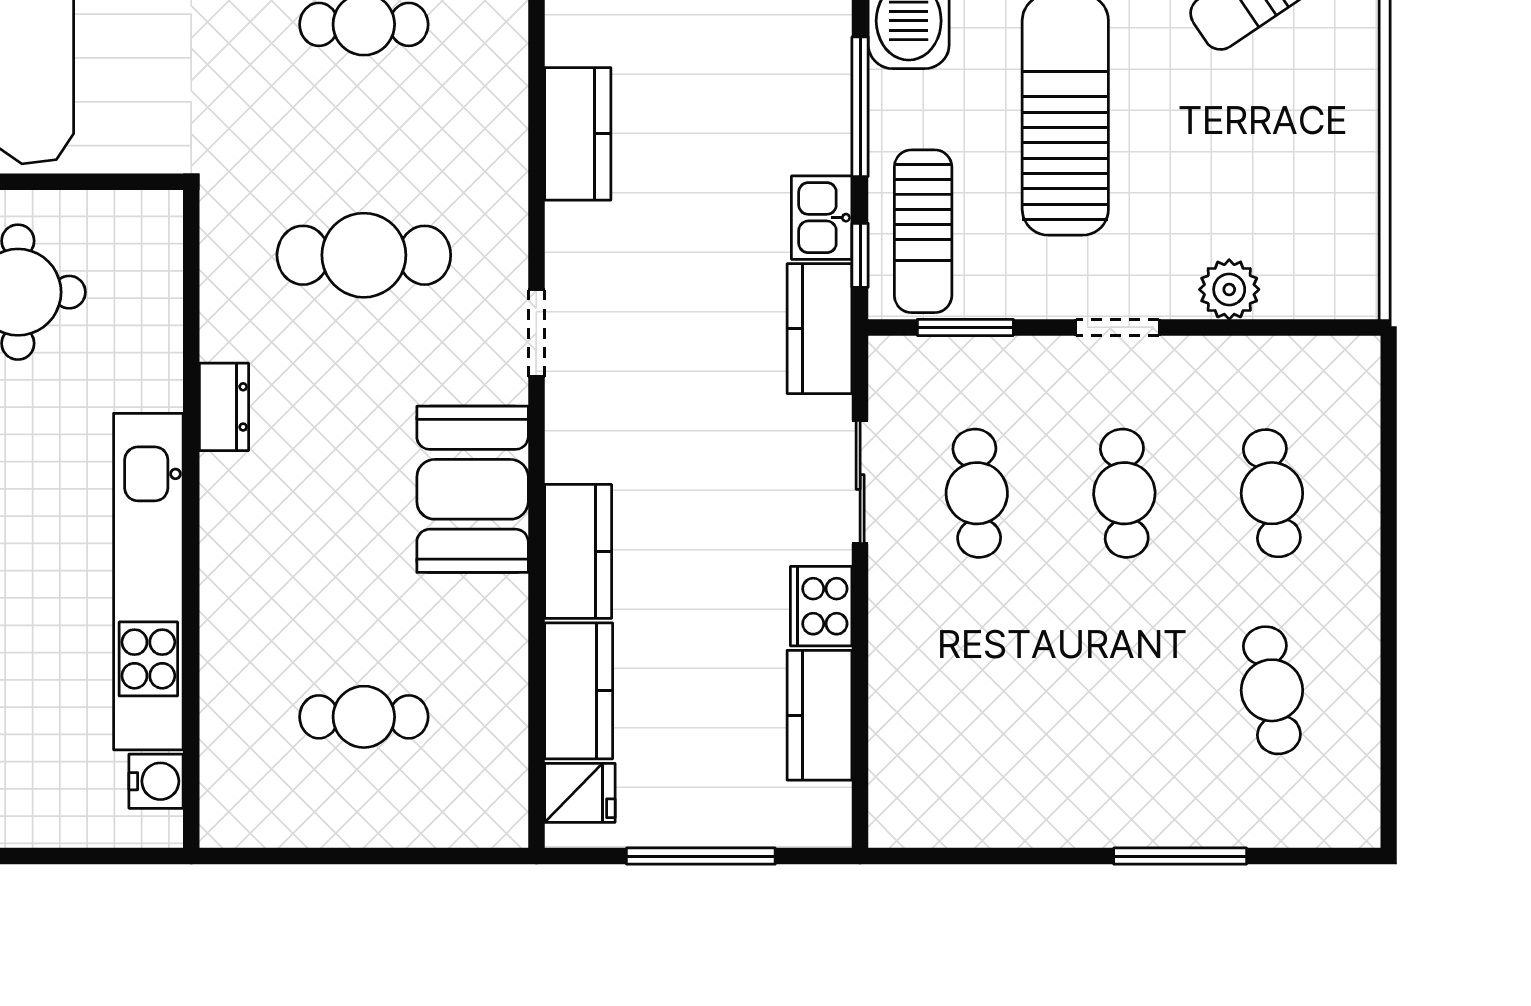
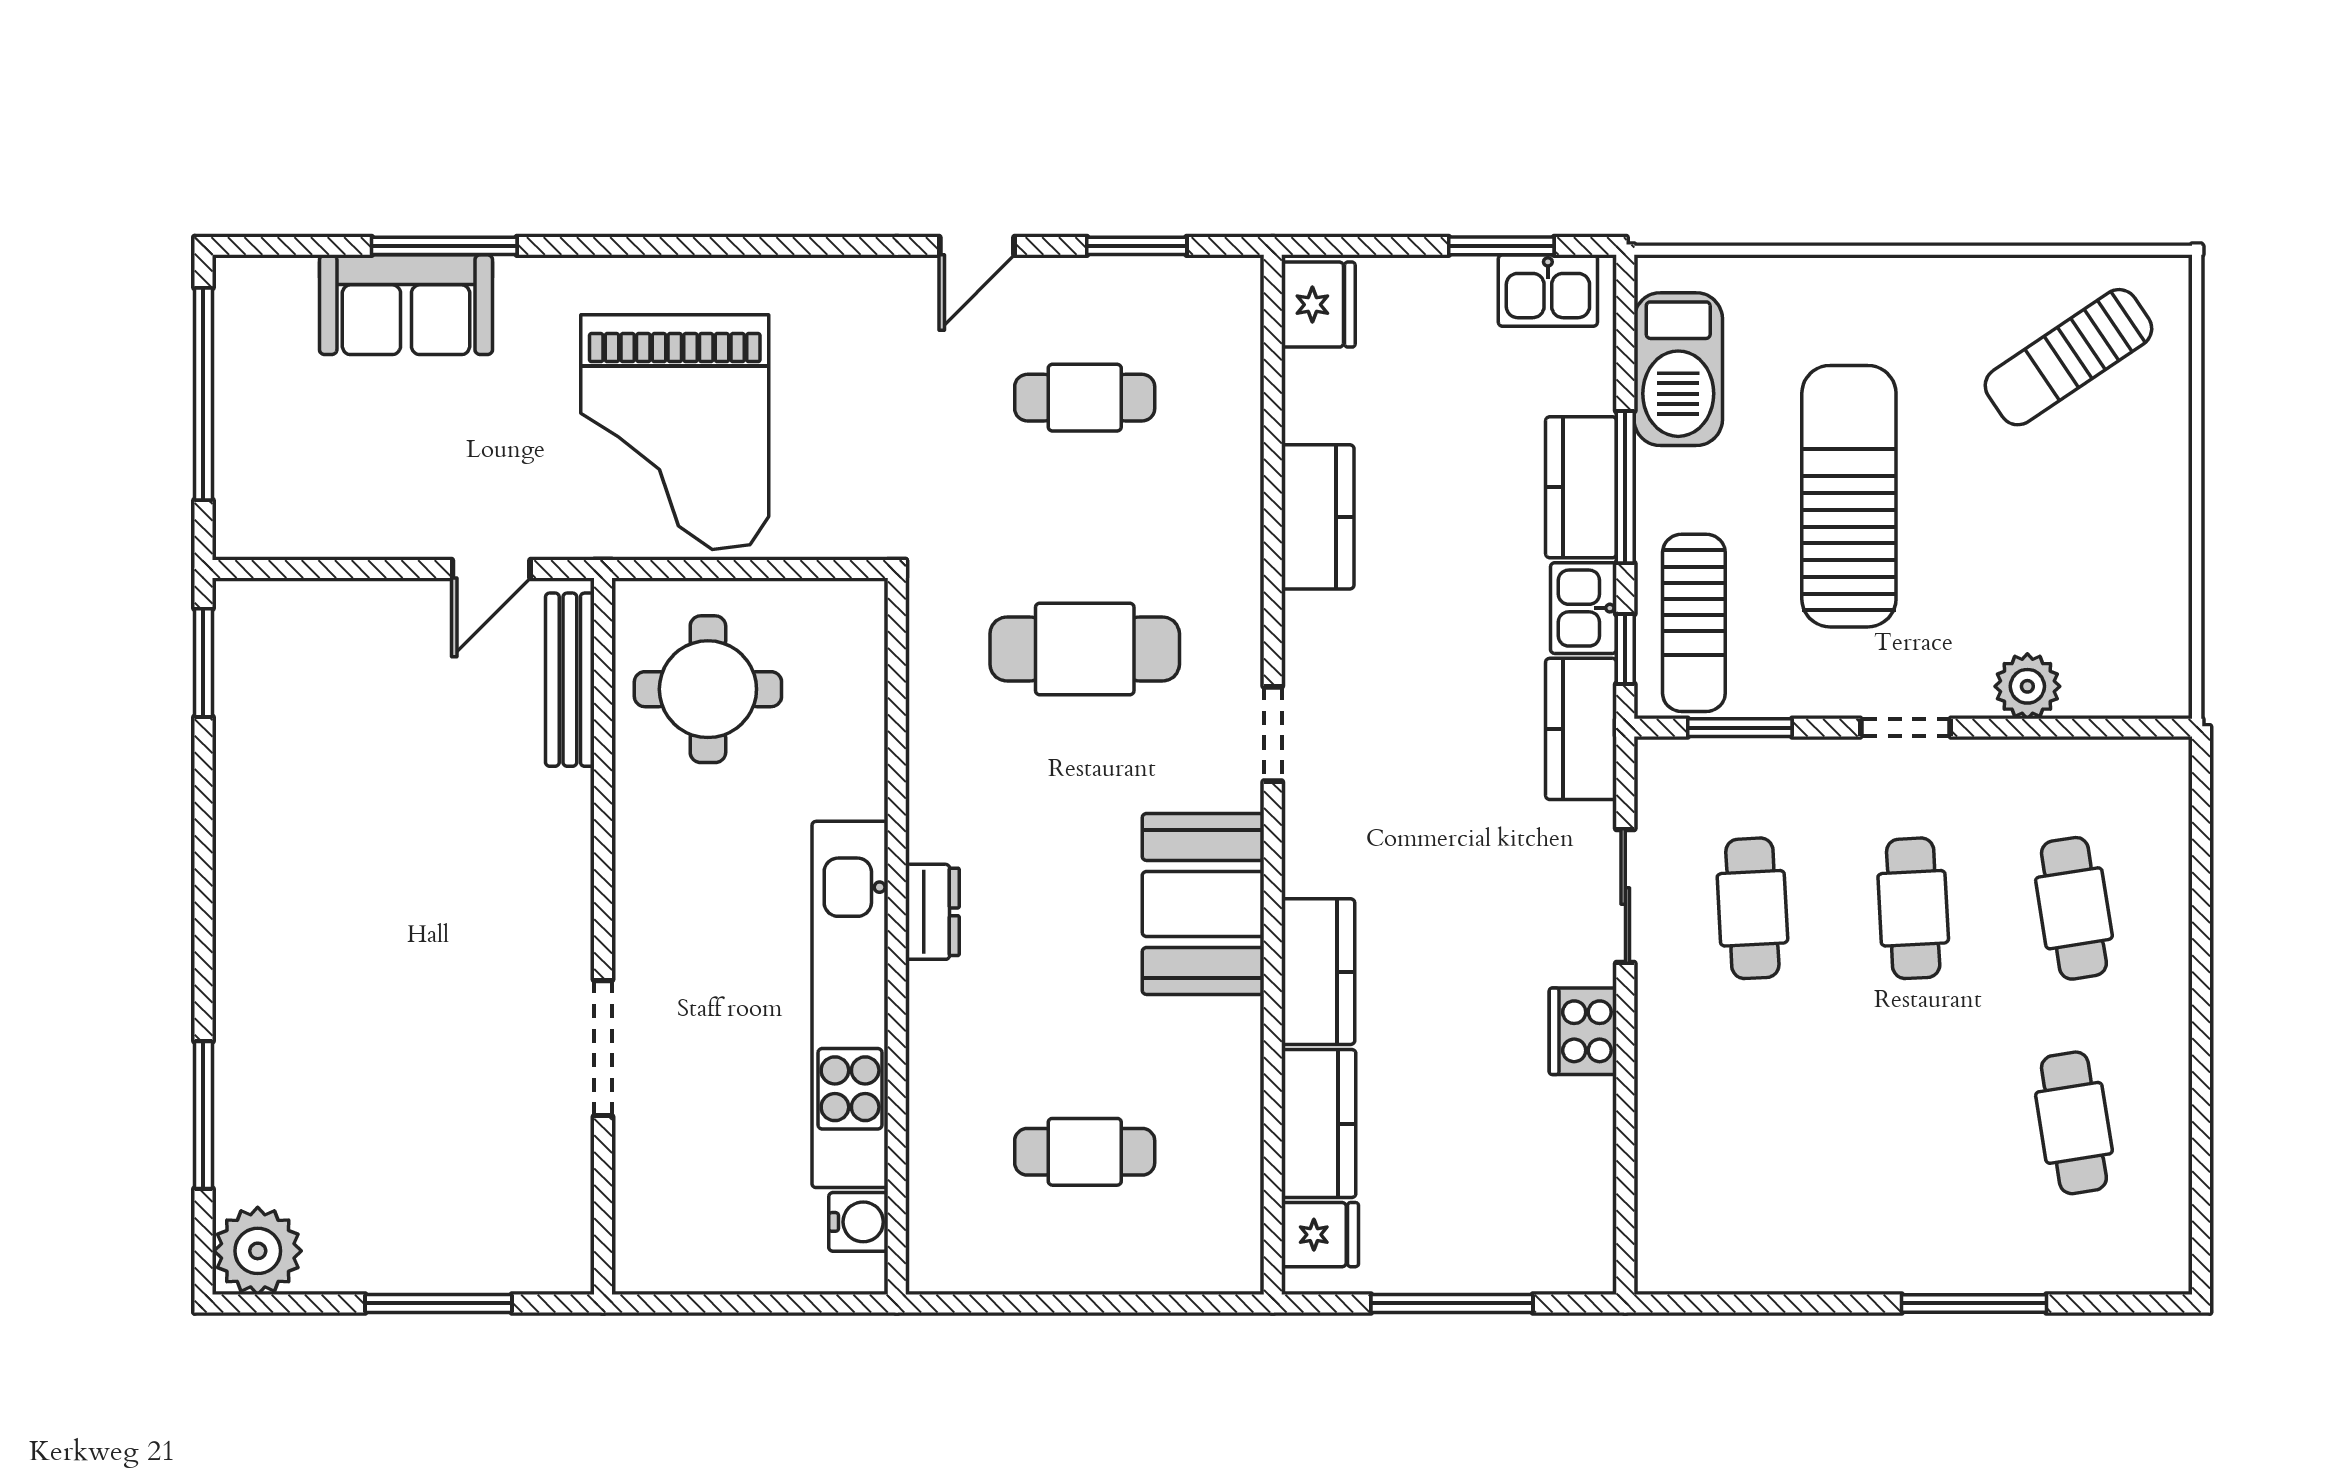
dresser: (224, 407) -> (932, 912), moved
kitchen counter: (820, 715) -> (1581, 487), moved

